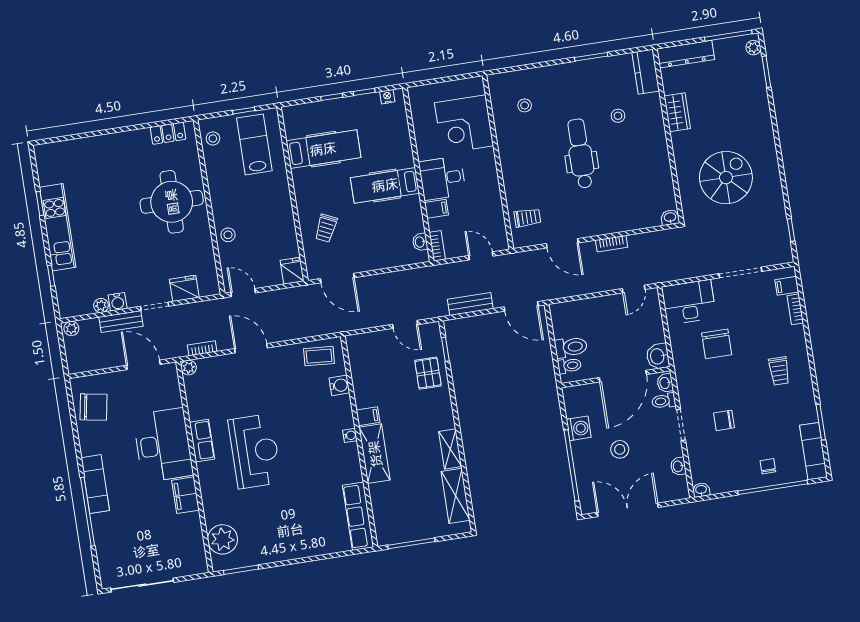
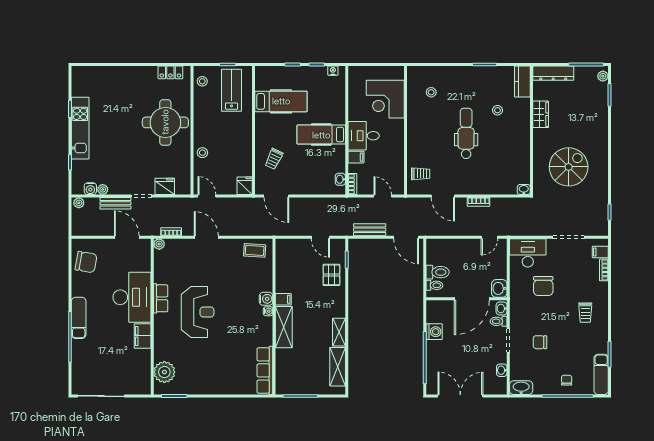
water cooler: (118, 302) -> (90, 189), moved
water cooler: (339, 385) -> (266, 299), moved
stool: (620, 449) -> (461, 351), removed
washbasin: (701, 490) -> (521, 388), width x1.91, depth x1.45

